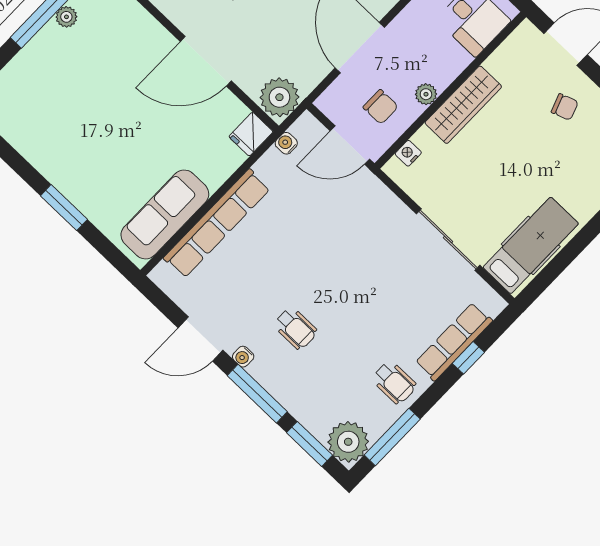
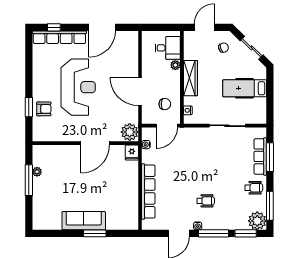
plant: (426, 94) -> (175, 65), moved
sofa: (165, 214) -> (84, 221), moved, turned 90
hospital bed: (531, 245) -> (245, 88), moved, turned -90
window: (468, 358) -> (270, 157), width x2.17

